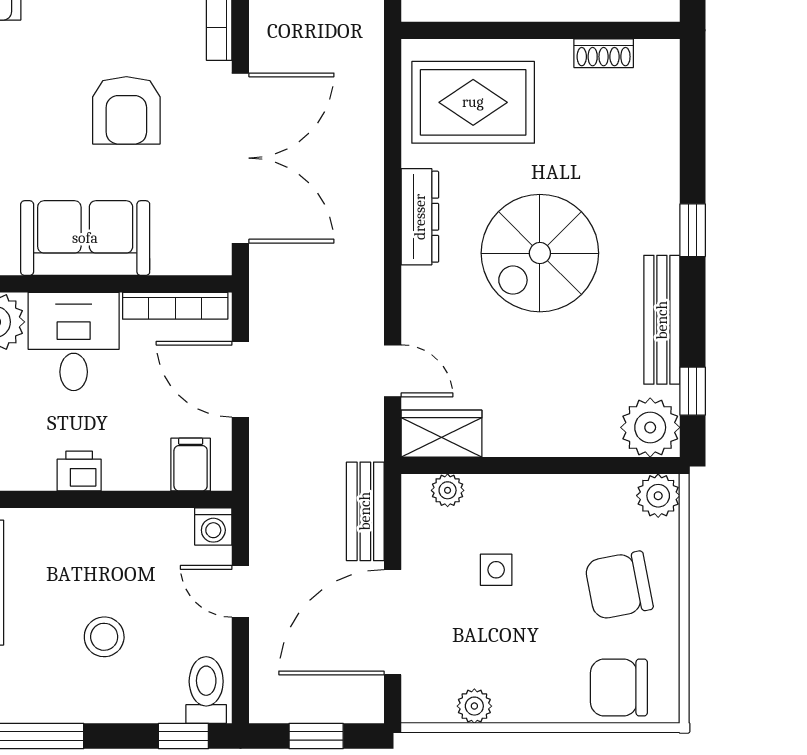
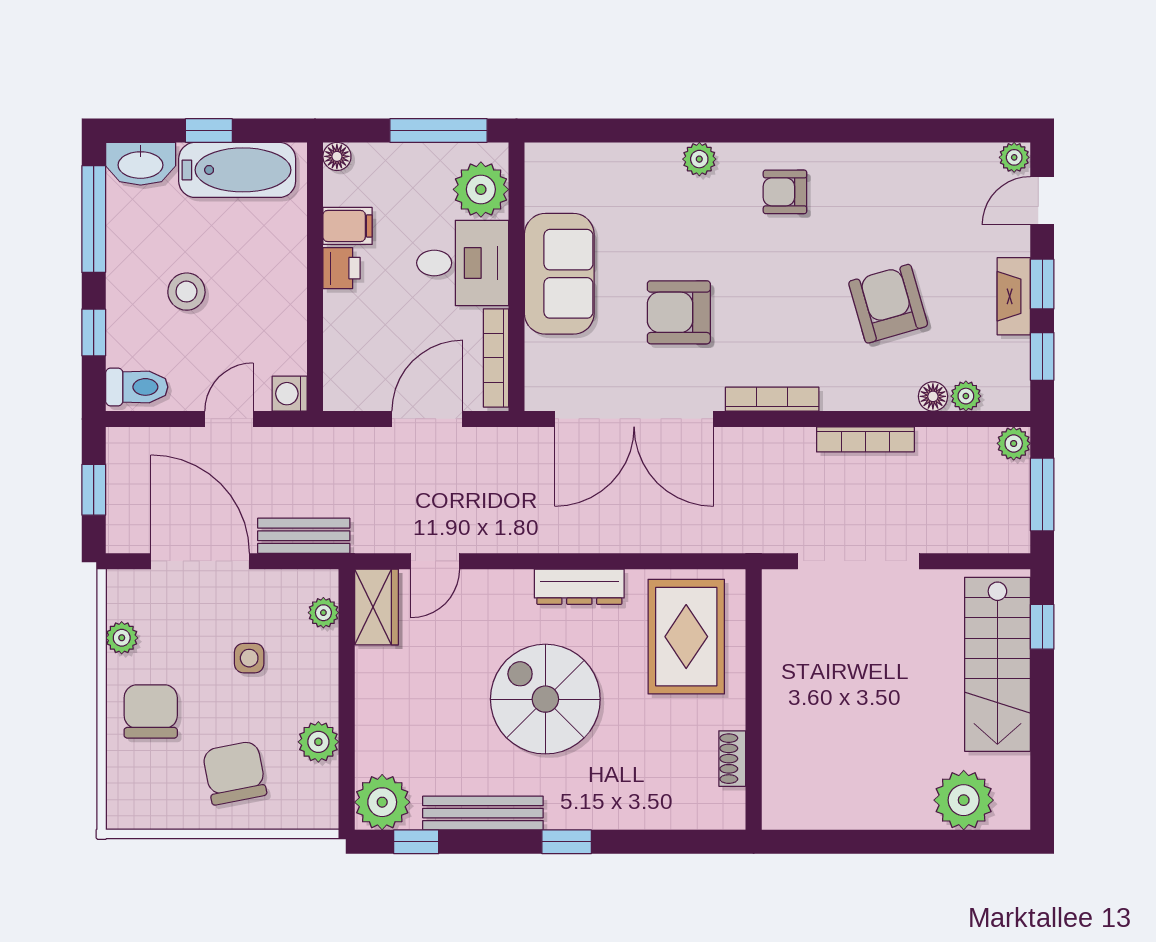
filing cabinet: (191, 465) -> (348, 226), moved
plant: (658, 496) -> (318, 742), moved
chair: (619, 688) -> (151, 711), moved
window: (183, 736) -> (94, 332), moved

